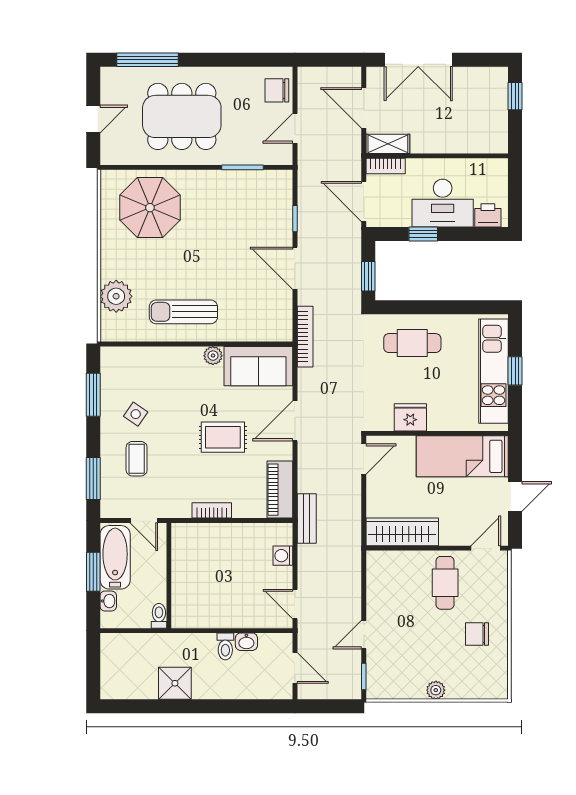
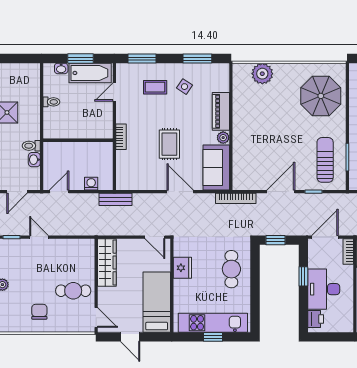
sun lounger: (183, 312) -> (325, 160), moved
piano: (280, 490) -> (221, 111), moved, turned -90
wall: (169, 576) -> (78, 140), moved

